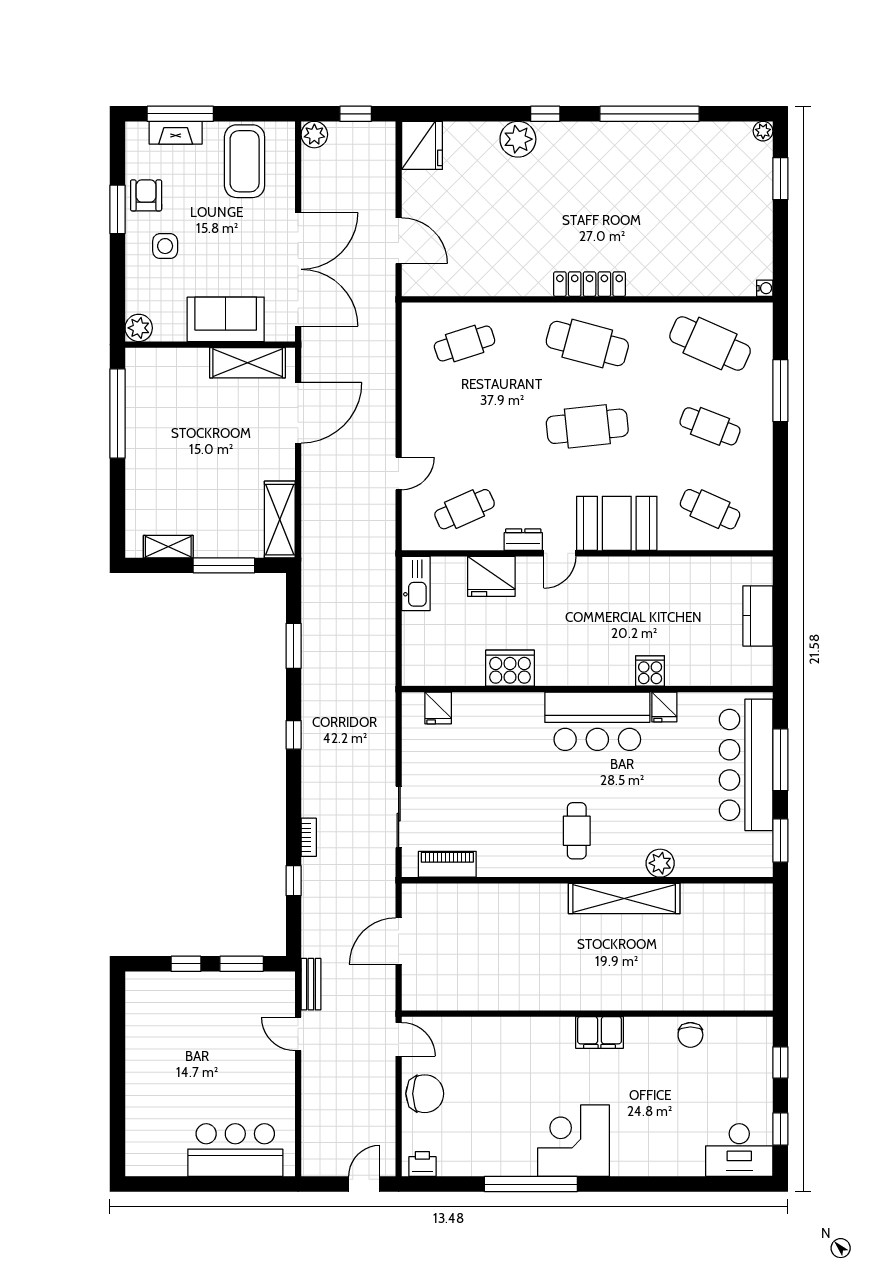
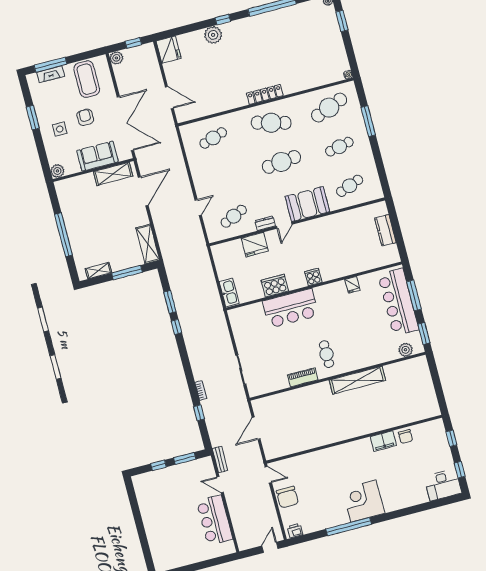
armchair: (146, 195) -> (85, 117), moved
cafe table: (710, 344) -> (329, 108), turned -45
window: (118, 414) -> (63, 235), moved
cafe table: (710, 426) -> (339, 147), turned -33
cafe table: (710, 509) -> (350, 186), turned -45
kitchen sink: (416, 583) -> (229, 292), moved
cooker: (650, 671) -> (313, 277), moved
fridge: (438, 708) -> (246, 313), removed
bar counter: (597, 721) -> (291, 308), moved
window: (294, 735) -> (176, 327), moved
plant: (660, 863) -> (406, 350), moved
piano: (447, 864) -> (303, 377), moved
filing cabinet: (599, 1032) -> (383, 441), moved
chair: (425, 1094) -> (287, 497), turned 90
bar counter: (235, 1150) -> (215, 520), moved, turned -90

